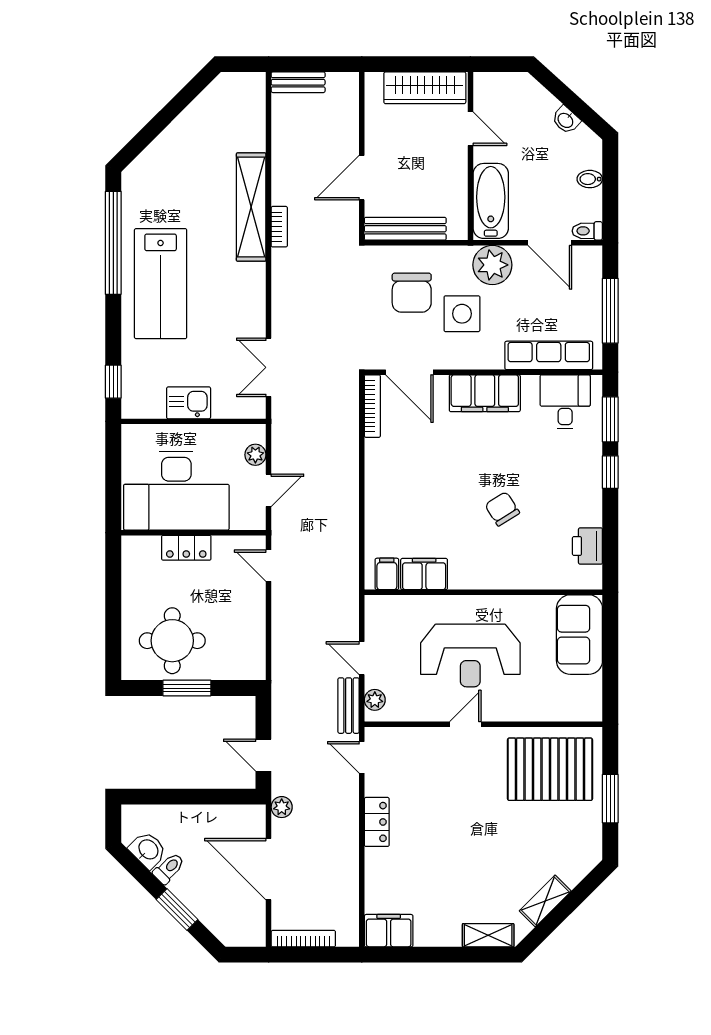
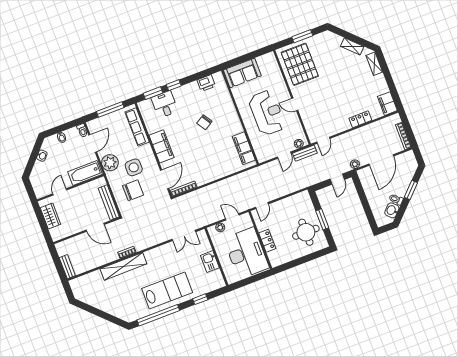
wardrobe: (425, 88) -> (50, 216), width x0.67
window: (113, 382) -> (200, 299), moved
desk: (565, 402) -> (164, 104), moved, turned 90
locker: (377, 822) -> (360, 119), moved

